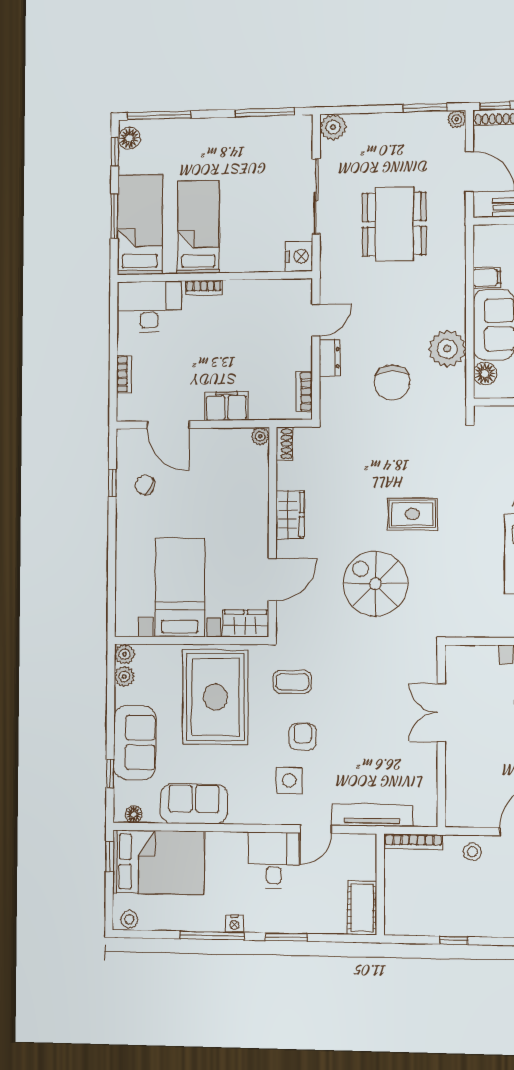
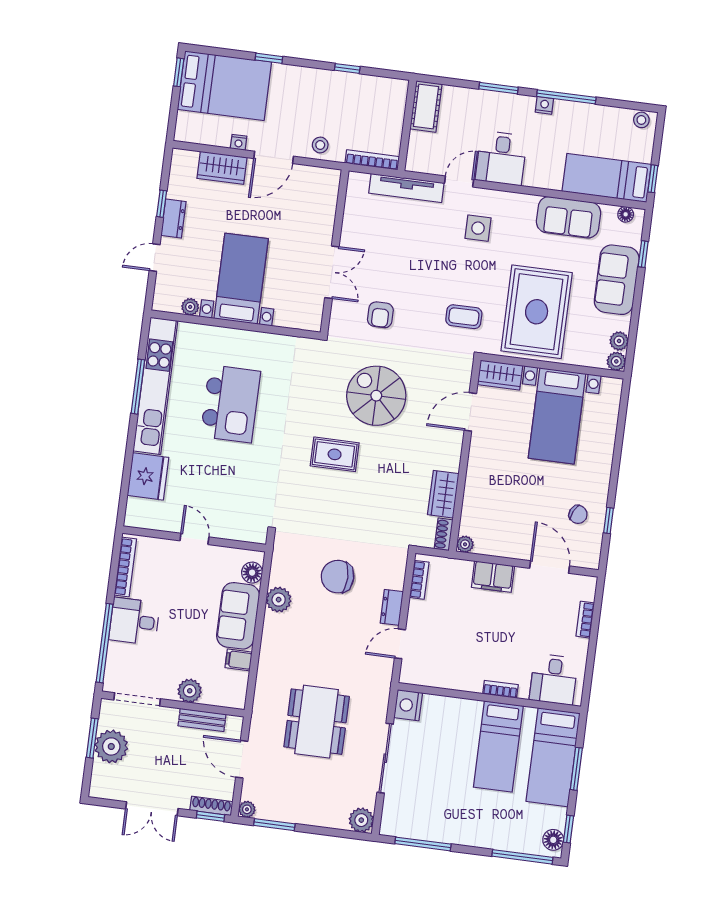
desk: (149, 307) -> (554, 679), width x0.73
plant: (447, 349) -> (279, 600), width x0.73, depth x0.73
chair: (392, 382) -> (338, 577), turned -90
wardrobe: (290, 515) -> (443, 494), moved
spiral stairs: (376, 584) -> (376, 396), turned 180
armchair: (303, 737) -> (380, 315), moved
bed: (158, 862) -> (607, 178), width x0.67

